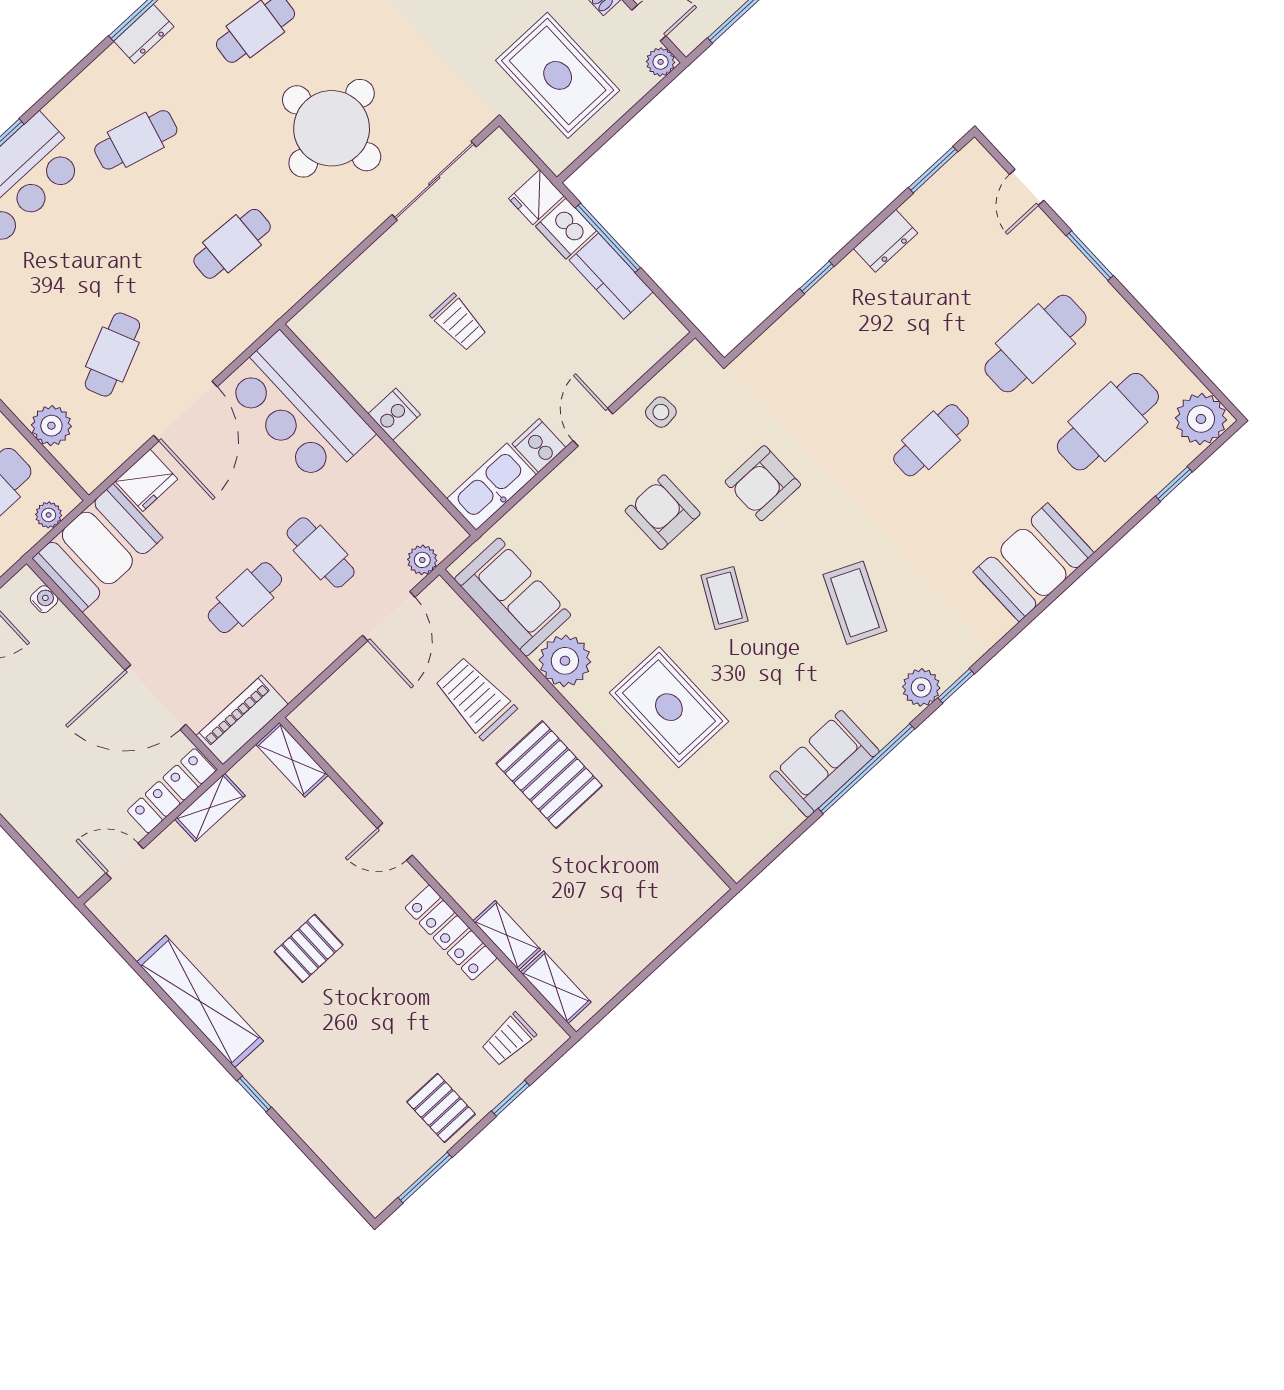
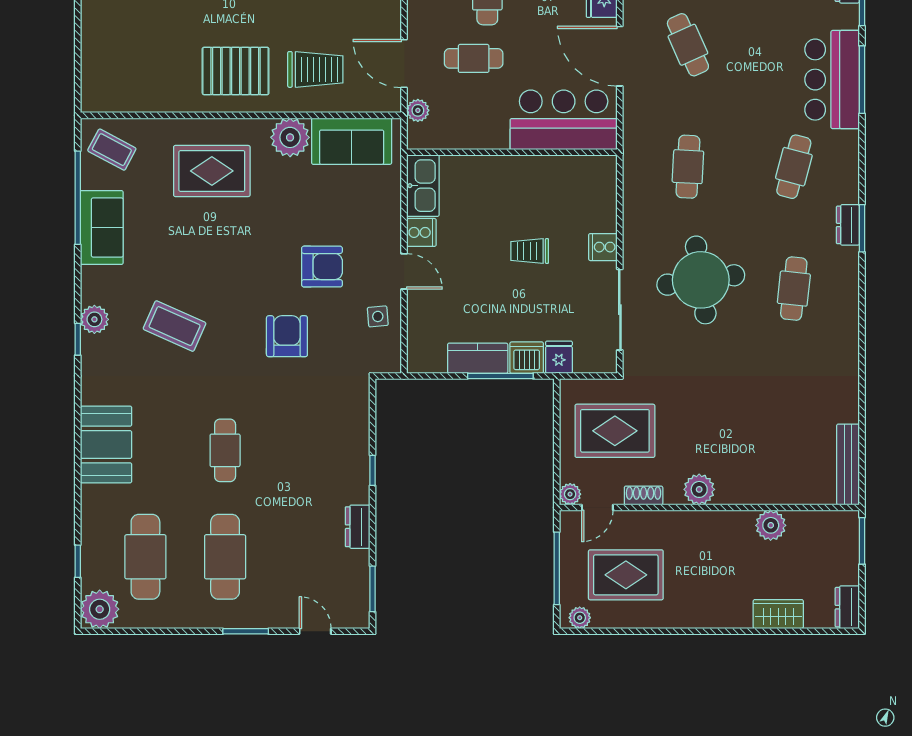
cooker: (394, 414) -> (603, 247), moved, turned 90
coffee table: (725, 598) -> (112, 150), moved
window: (866, 769) -> (78, 198), moved

